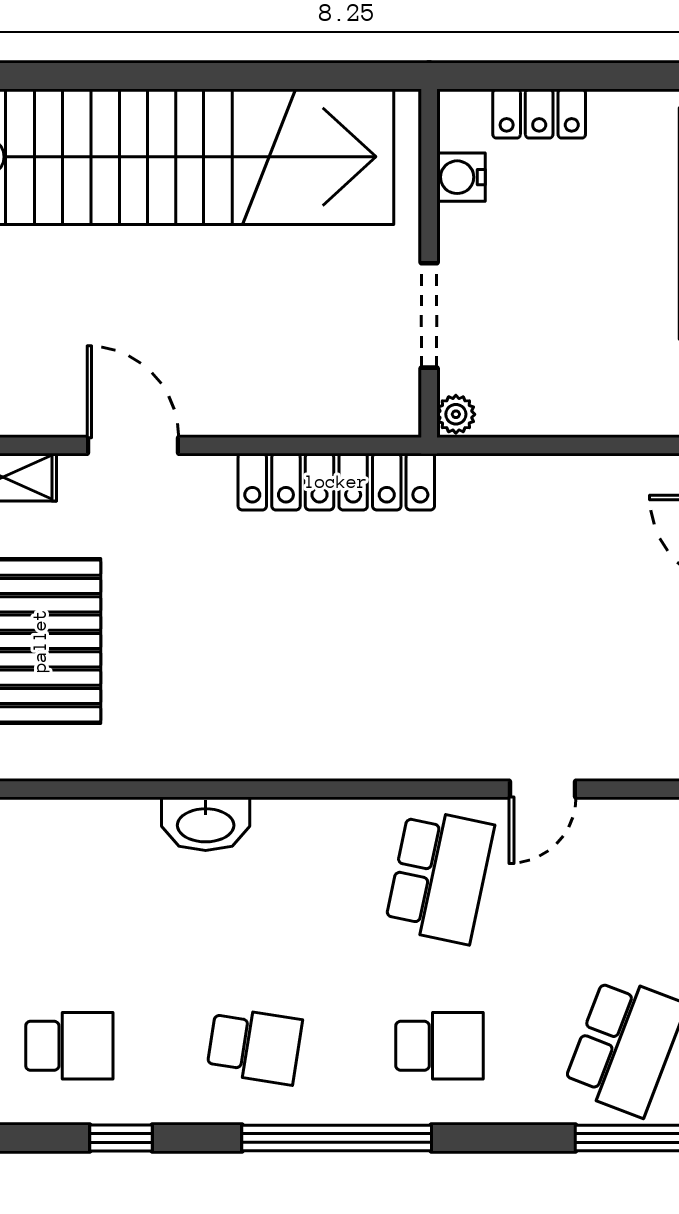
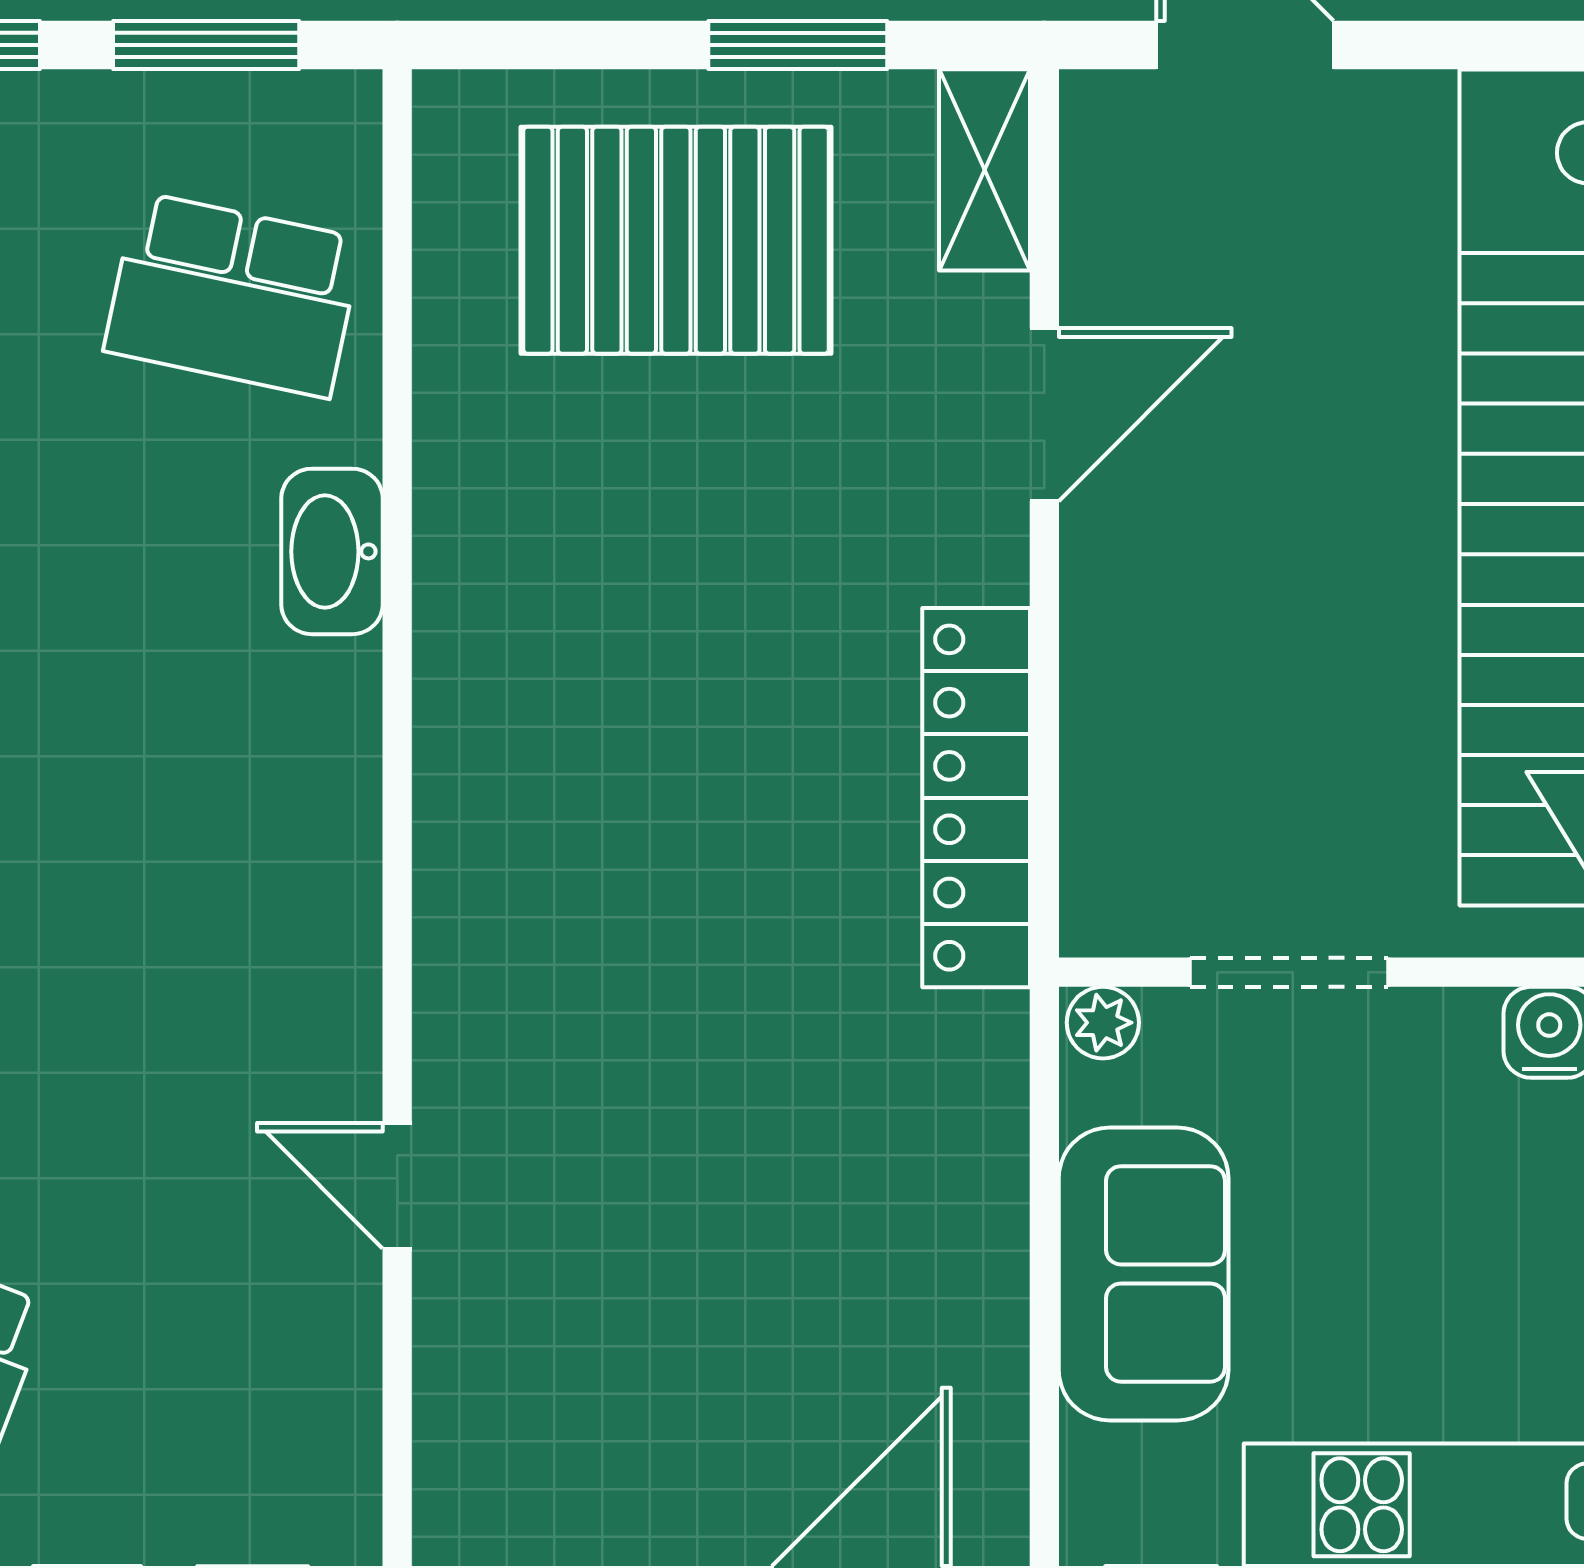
sofa: (589, 393) -> (1144, 1274), added
school desk: (440, 876) -> (233, 295), moved

